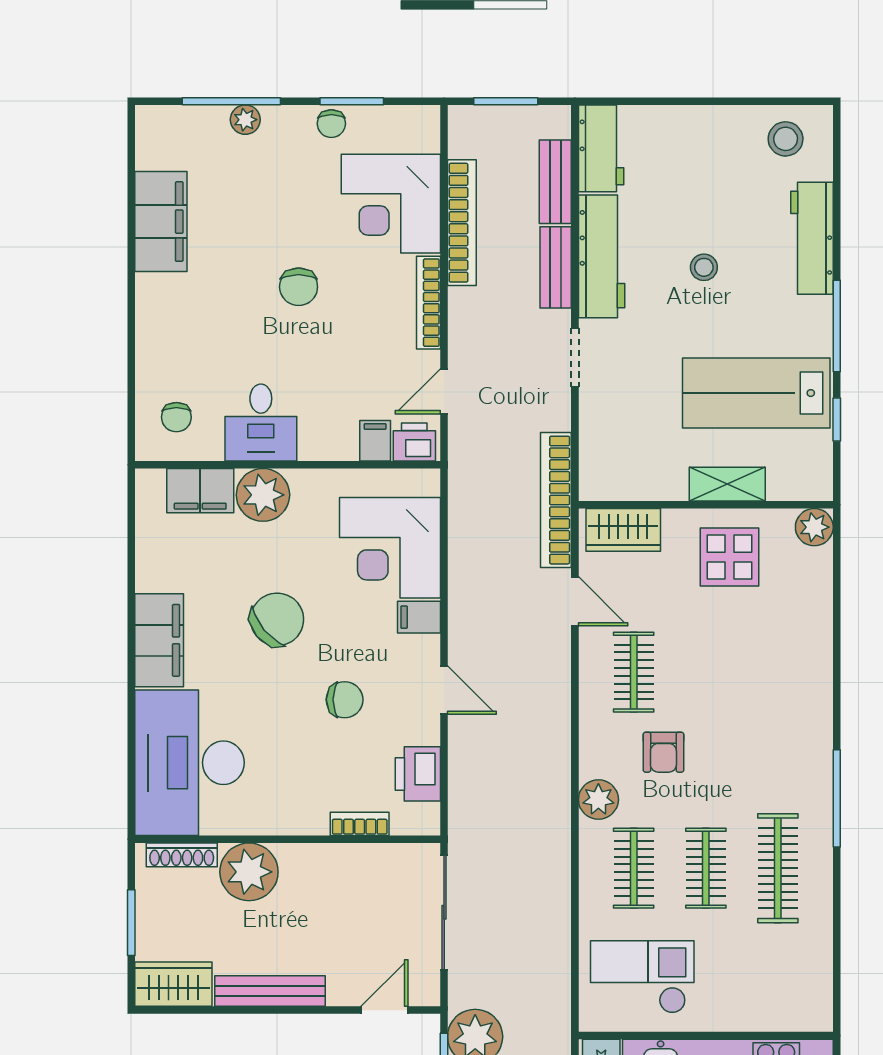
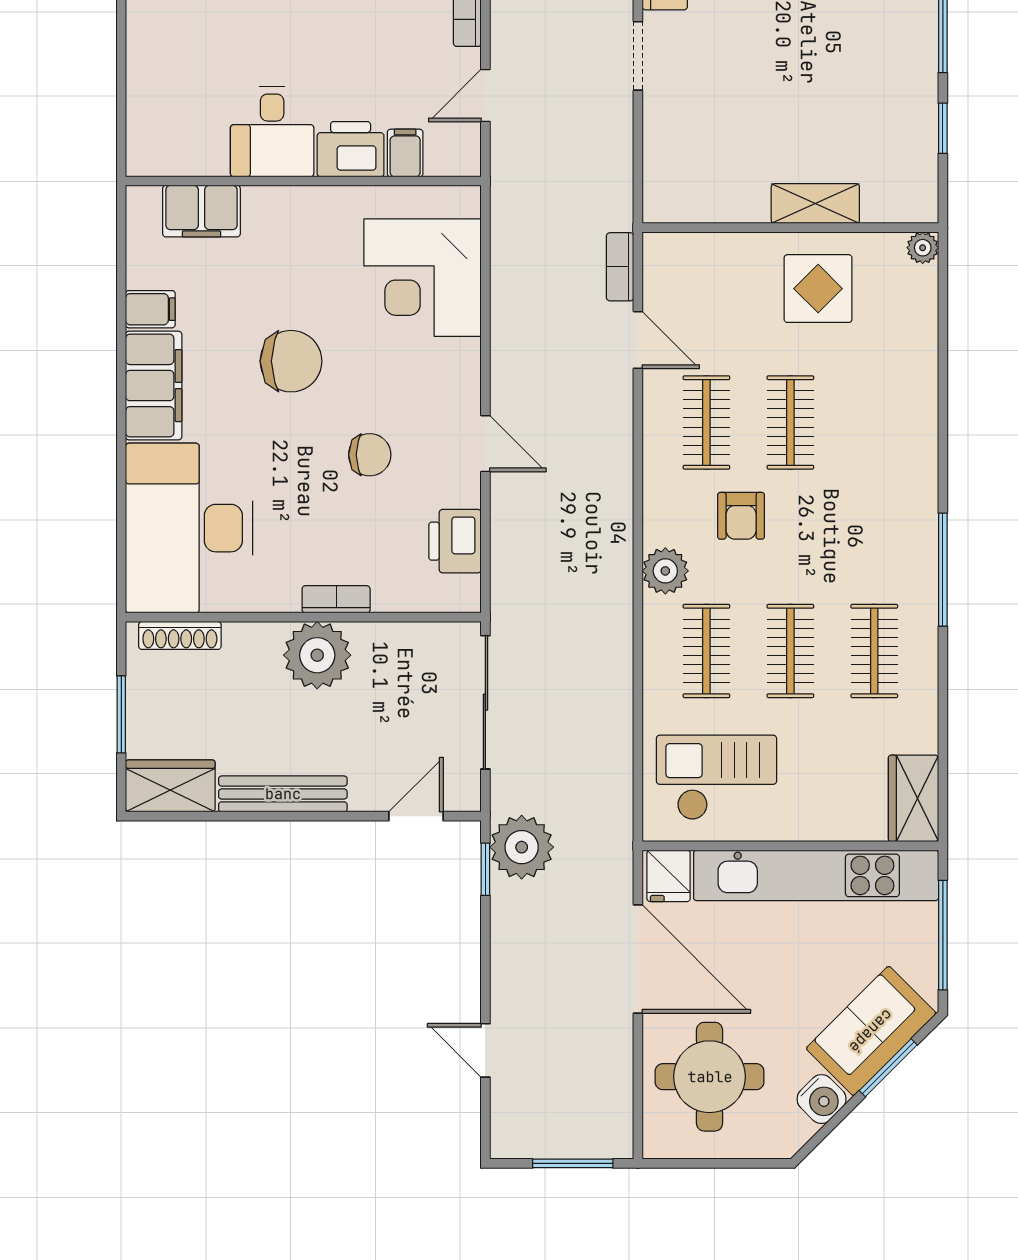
lab bench: (756, 393) -> (849, 97), removed
chair: (176, 417) -> (174, 126), removed
printer: (414, 442) -> (351, 149), moved, width x1.36, depth x1.24
plant: (263, 495) -> (275, 216), removed
bookcase: (556, 500) -> (620, 267), width x0.43, depth x0.76
plant: (814, 527) -> (923, 248), width x0.73, depth x0.73
wardrobe: (623, 530) -> (913, 798), moved, turned 90
filing cabinet: (419, 617) -> (150, 309), moved, turned 180
chair: (277, 619) -> (291, 361), turned 40
clothes rail: (706, 672) -> (790, 422), added
bookcase: (360, 824) -> (336, 599), moved
clothes rail: (778, 868) -> (874, 651), width x0.73
plant: (249, 872) -> (317, 655), moved

